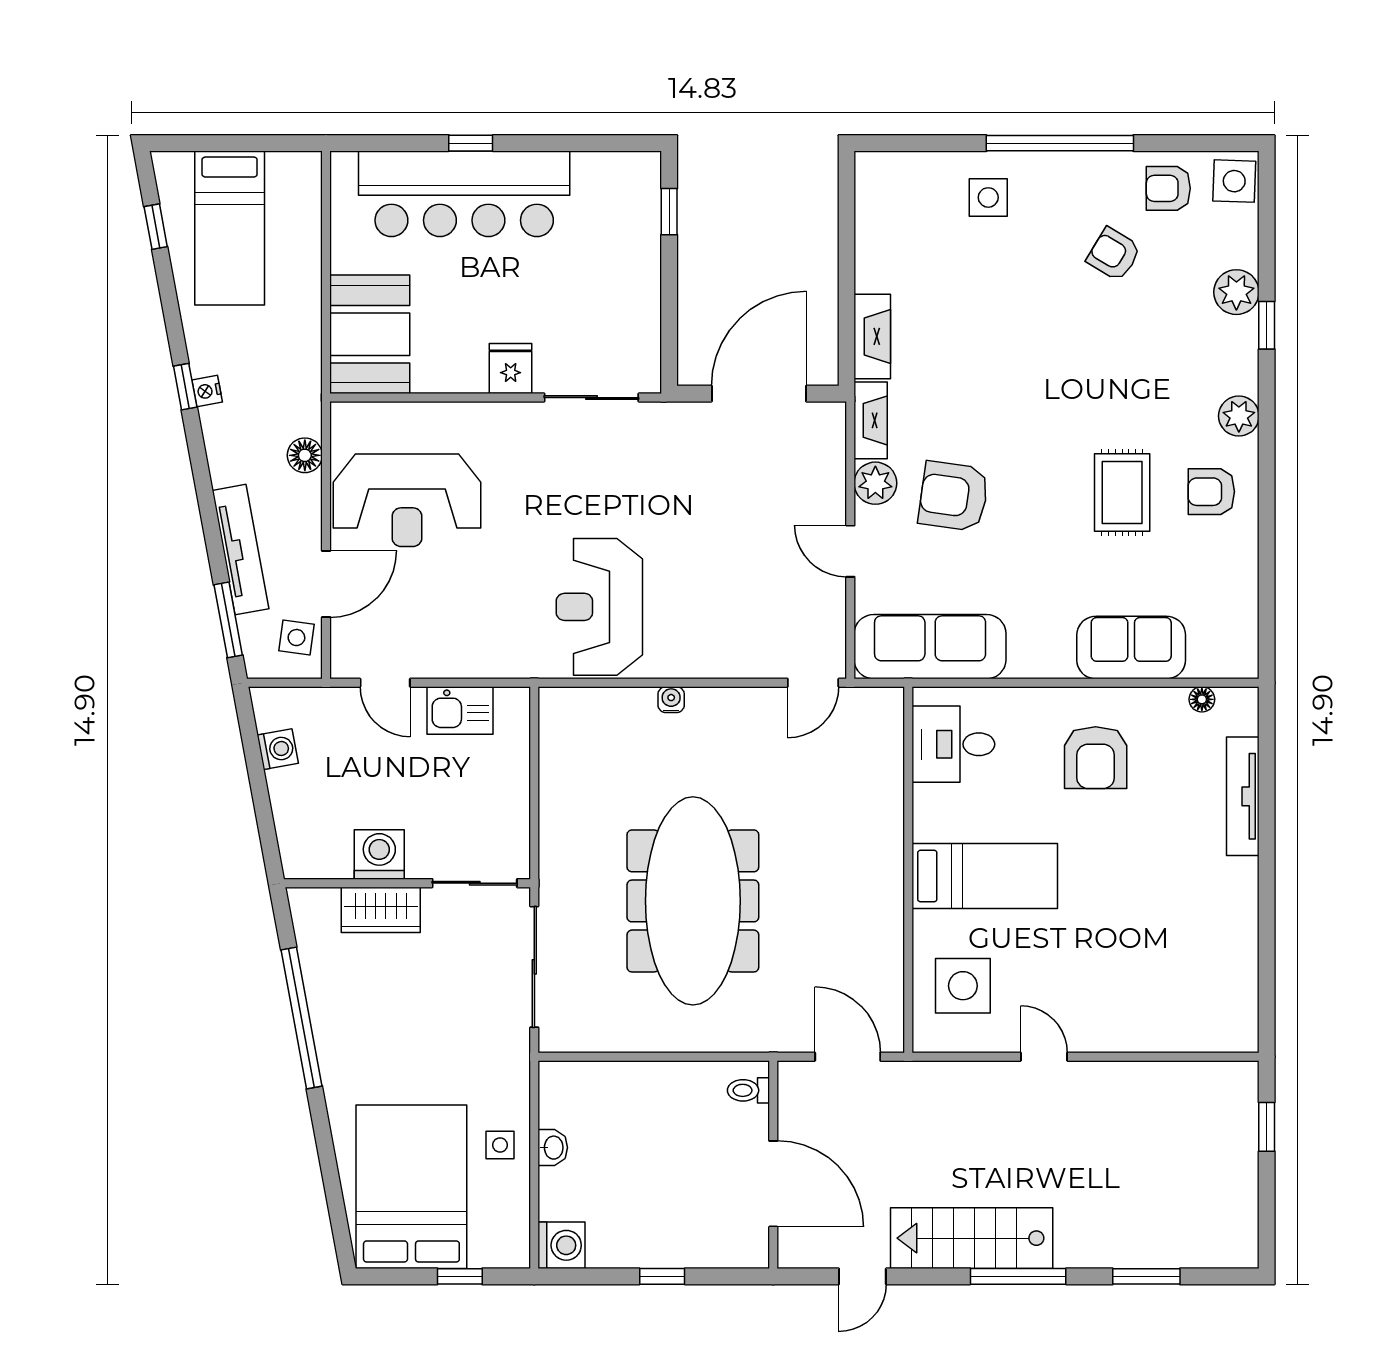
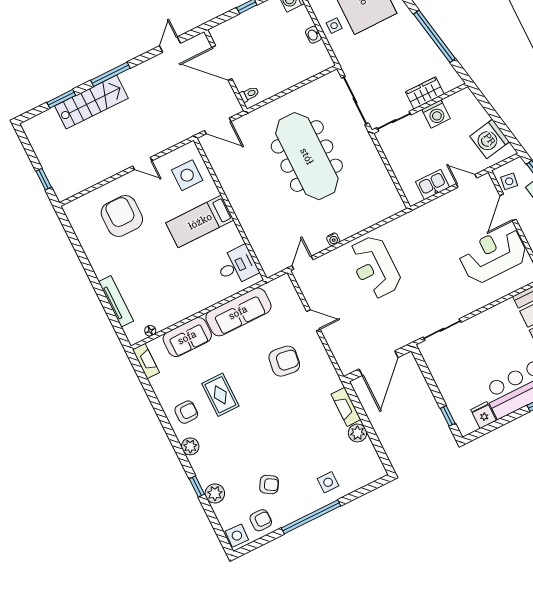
fridge: (511, 368) -> (483, 415), moved, turned 180
fireplace: (871, 420) -> (146, 361), moved, turned 180
plant: (875, 483) -> (358, 433), moved
reception desk: (599, 607) -> (375, 267), moved, turned 180
sofa: (930, 647) -> (238, 312), moved
water cooler: (671, 700) -> (333, 239), moved
washing machine: (278, 749) -> (490, 139), width x1.89, depth x1.89
armchair: (1096, 758) -> (122, 216), moved, width x1.36, depth x1.36
stairs: (972, 1238) -> (91, 102), moved

